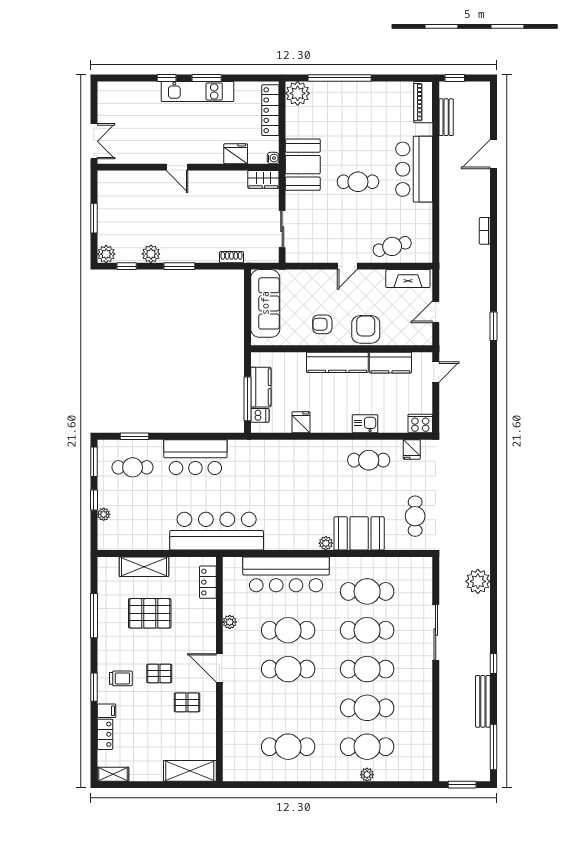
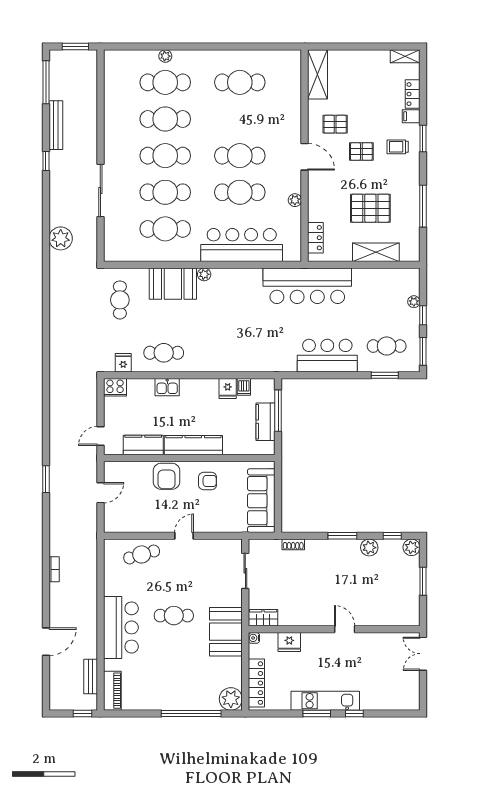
fireplace: (408, 279) -> (127, 524), removed
dishwasher: (260, 415) -> (244, 387), moved, turned -90
shelving: (190, 771) -> (318, 74), moved, turned 90

